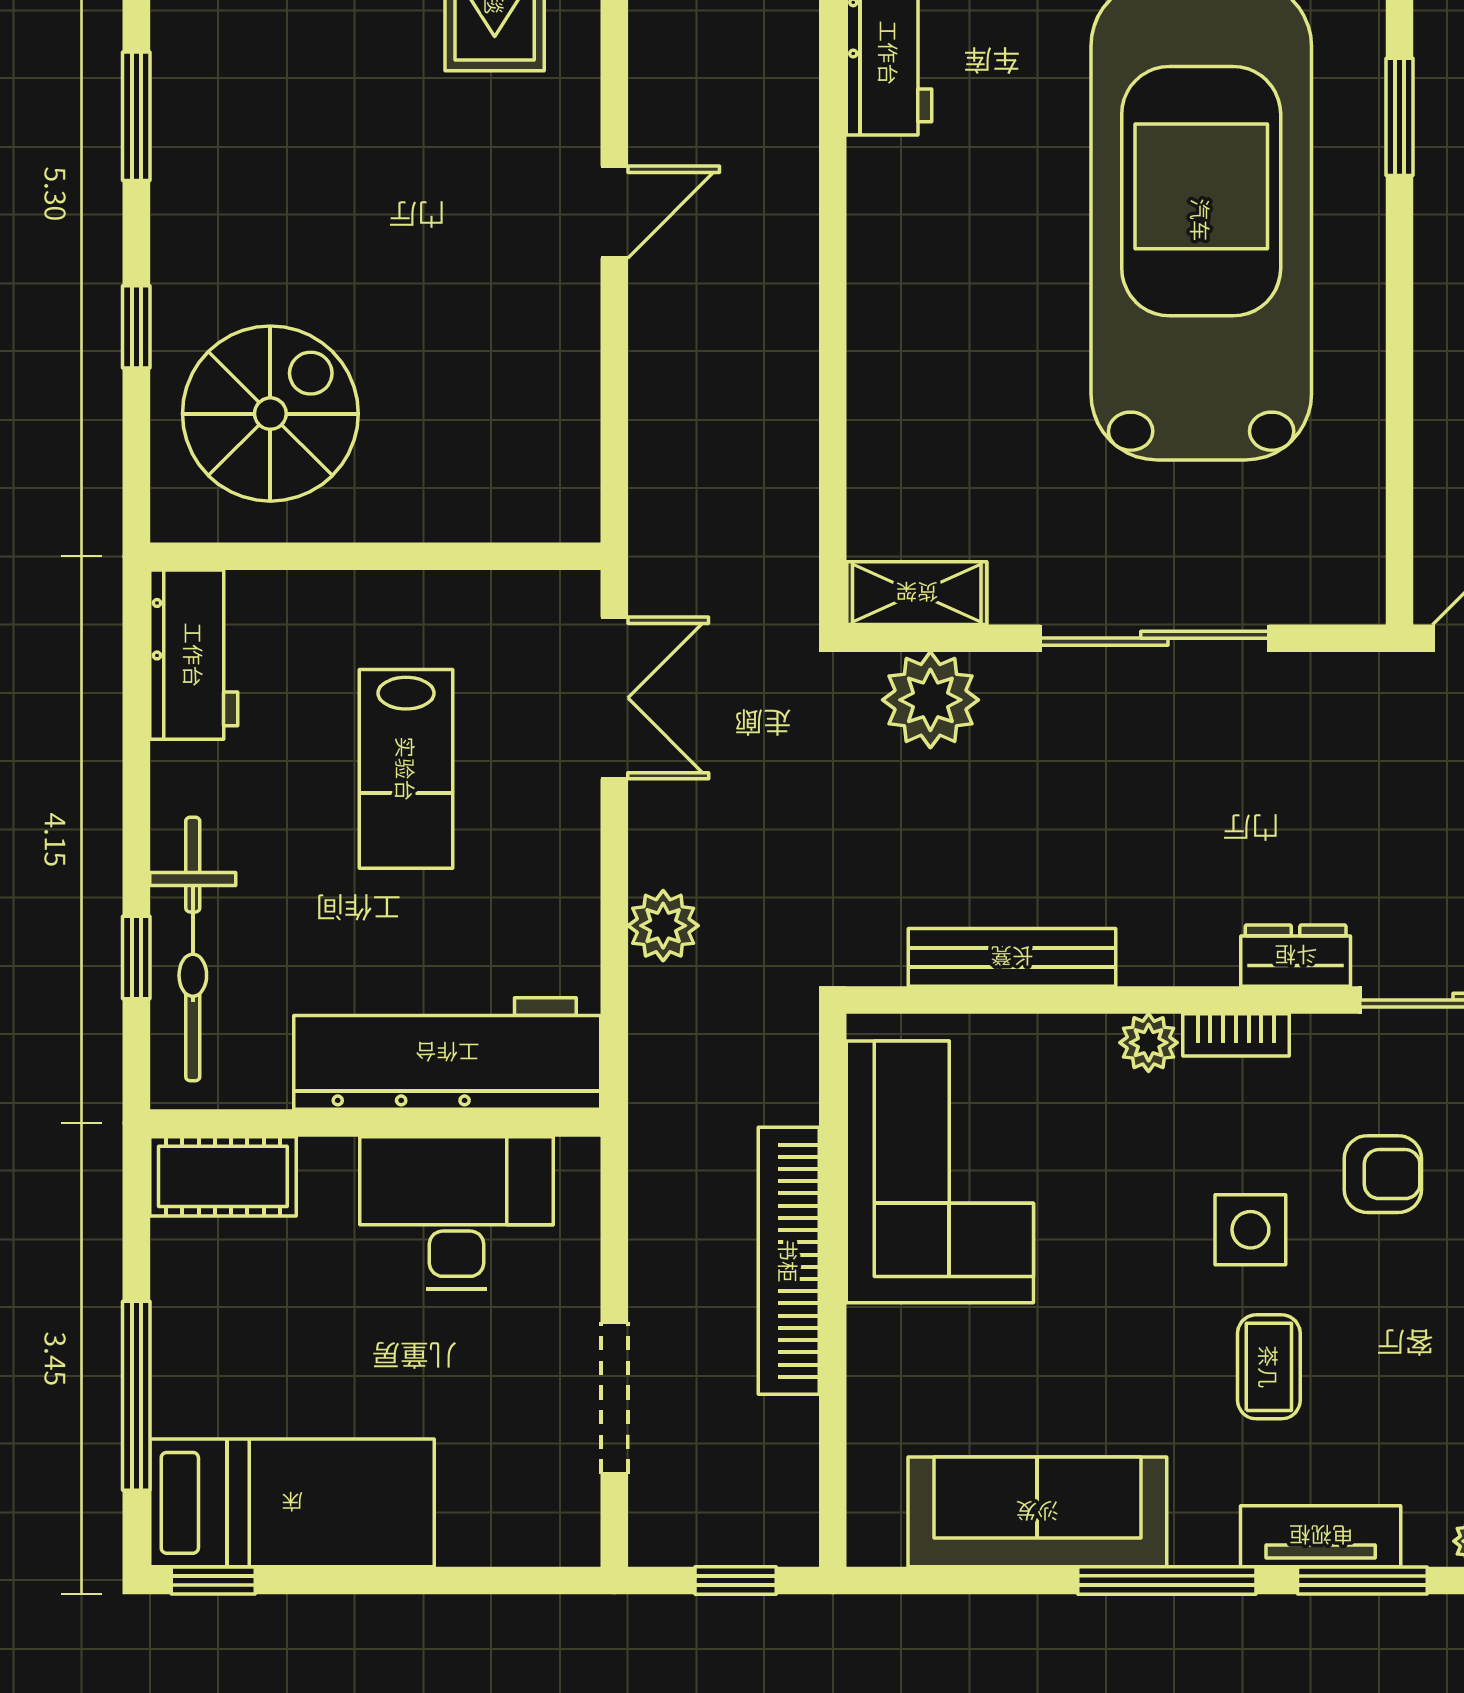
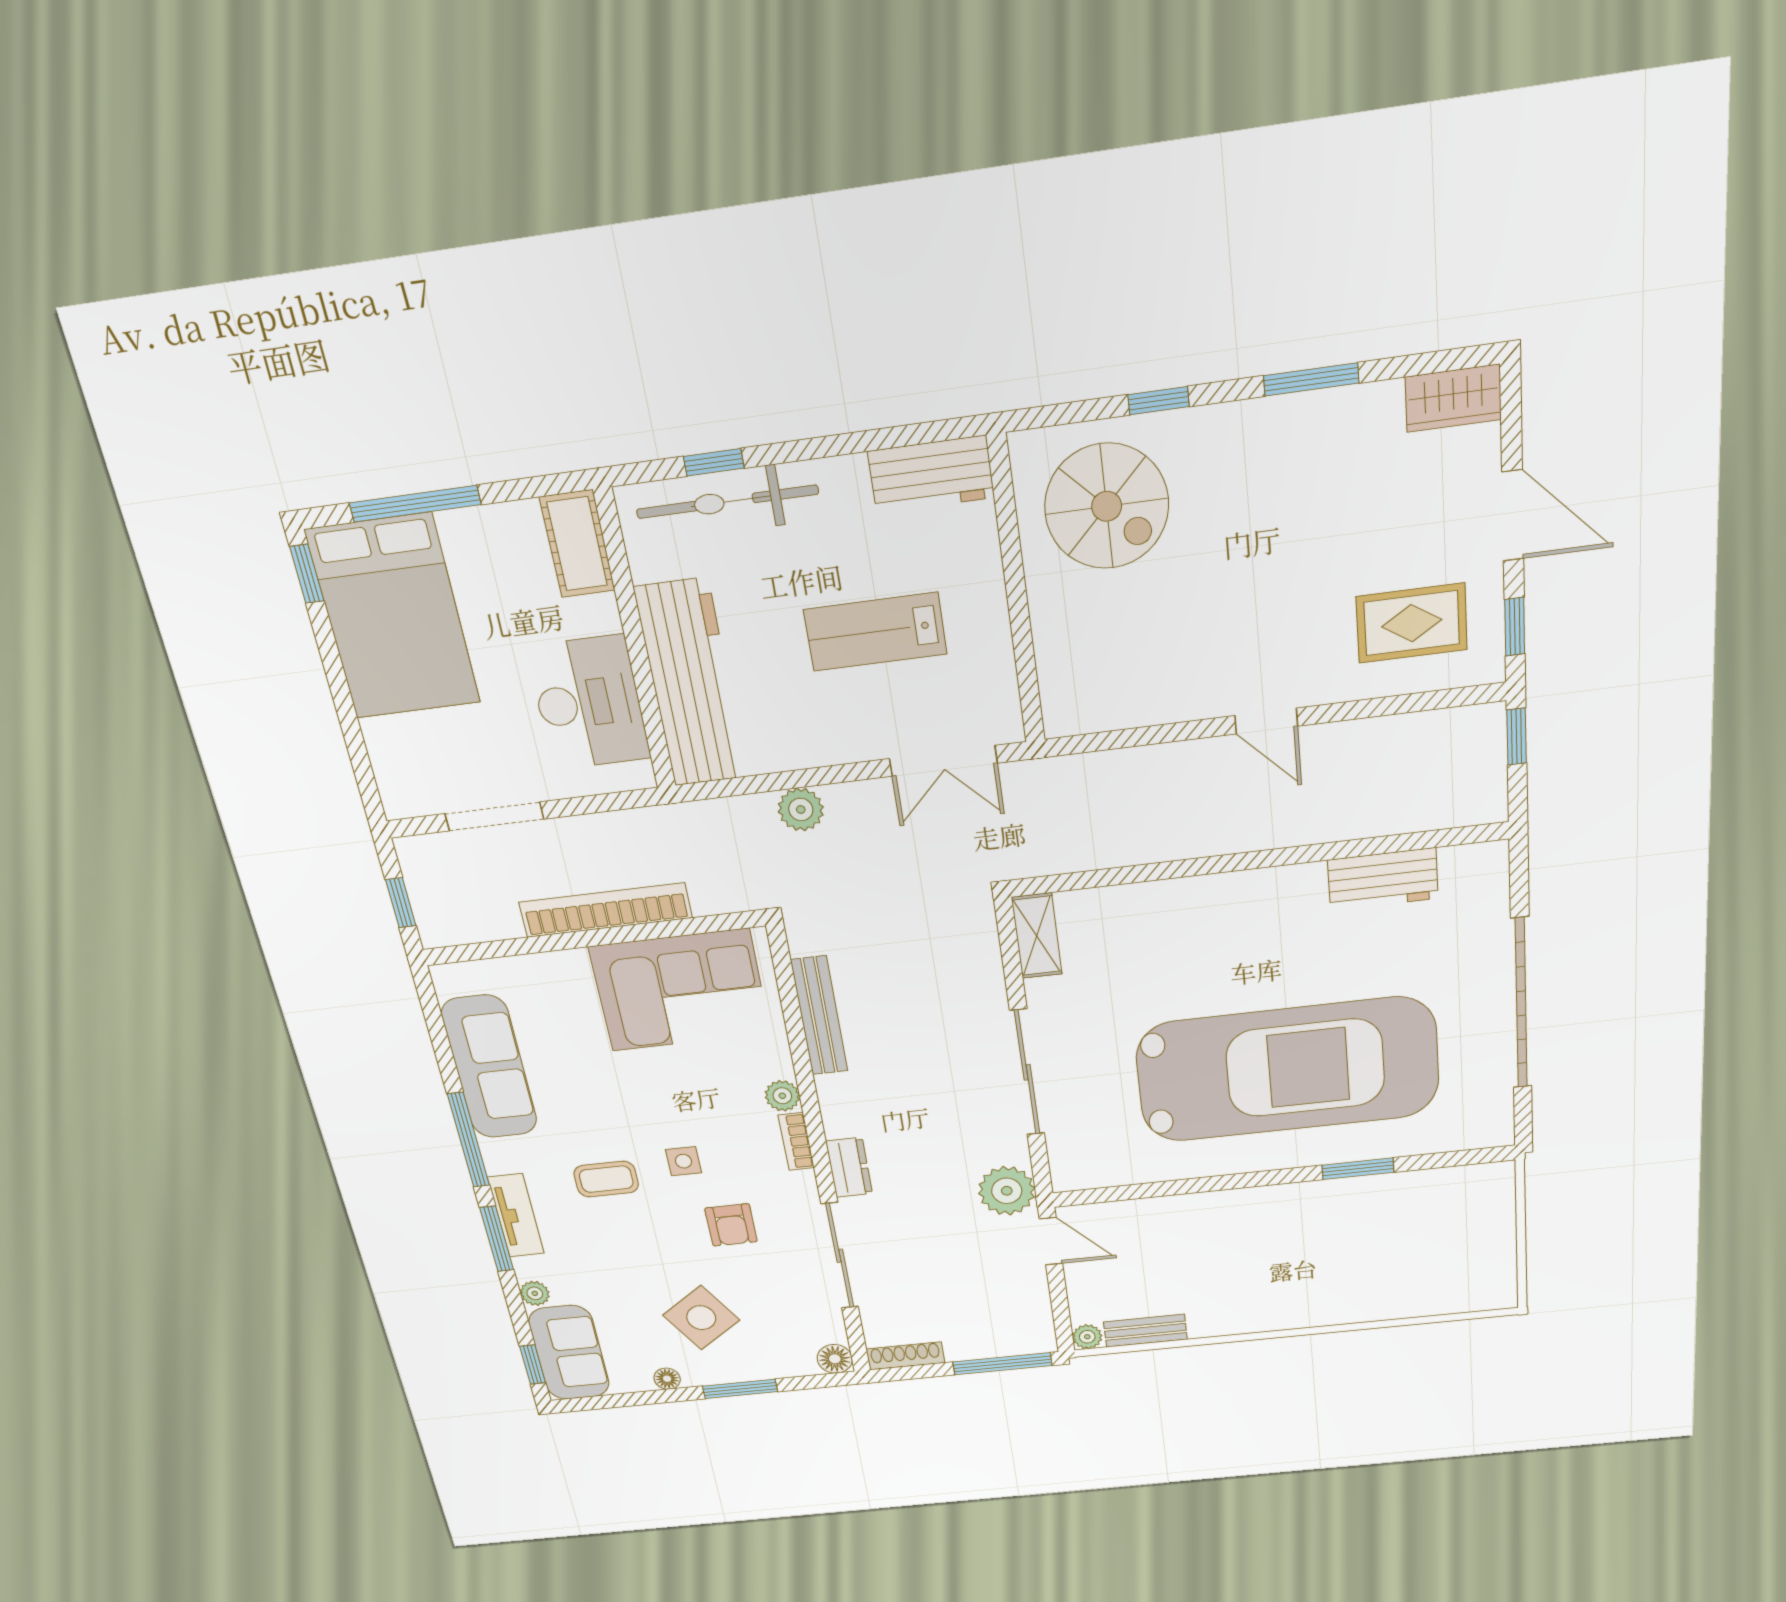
plant: (930, 700) -> (1007, 1191), moved
side table: (1250, 1230) -> (683, 1161), width x0.73, depth x0.73
bed: (292, 1503) -> (393, 617), width x1.50

